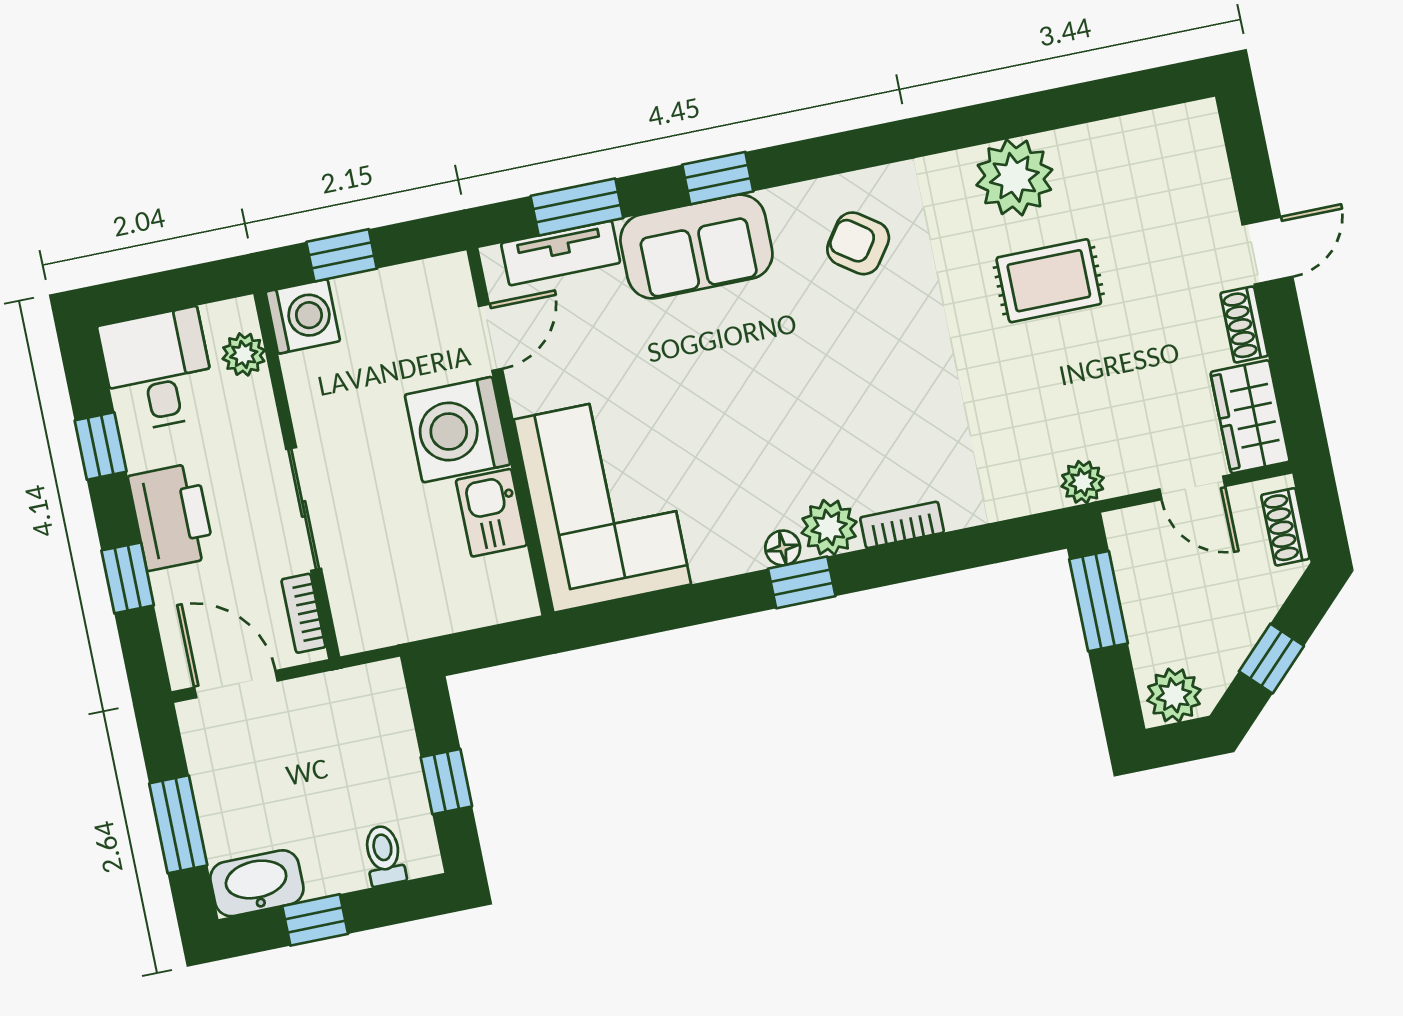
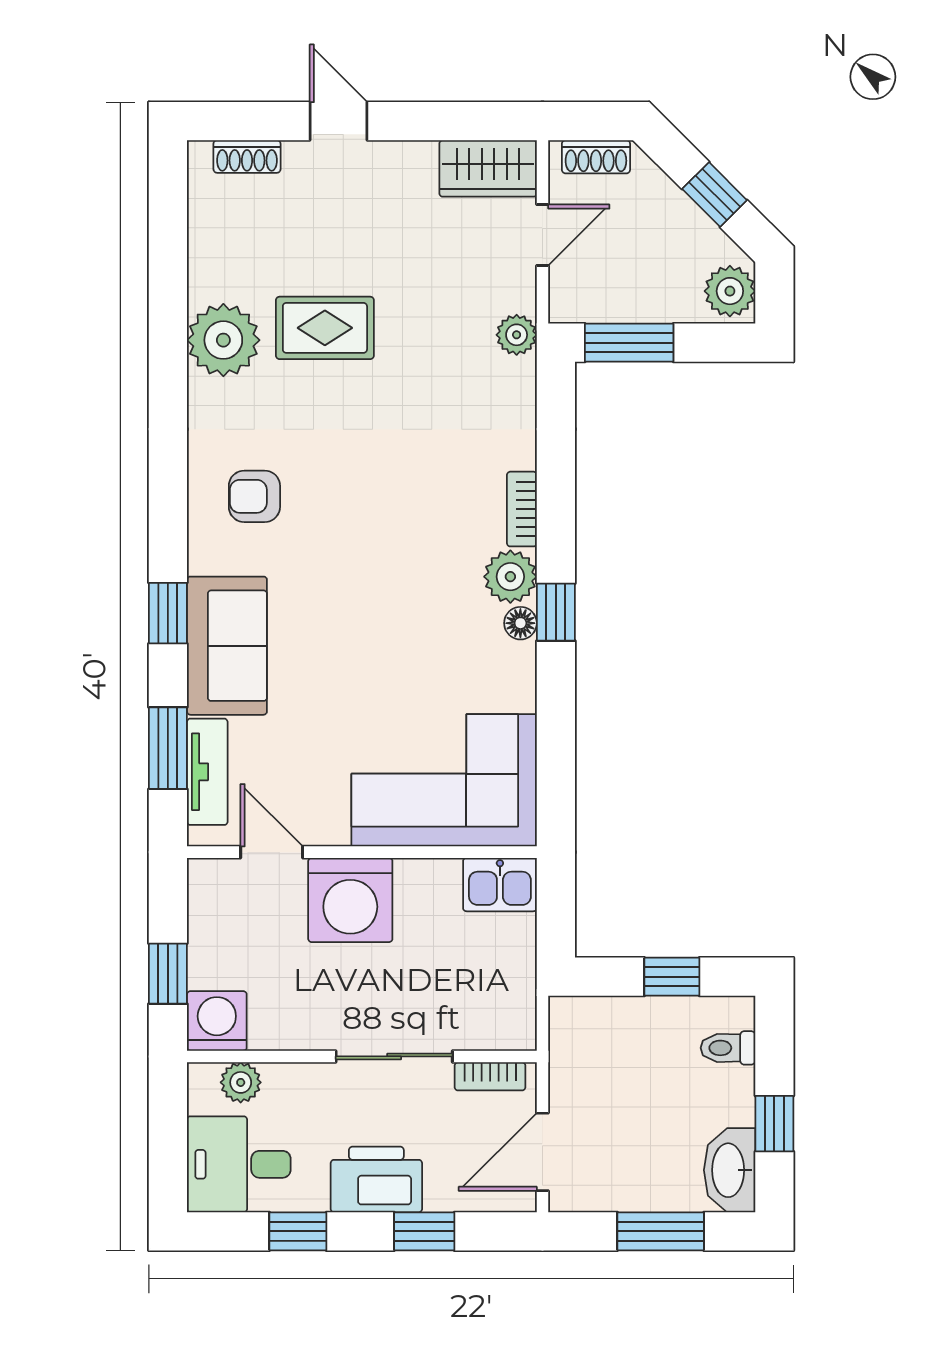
armchair: (858, 243) -> (254, 496), turned 55
rug: (1049, 281) -> (325, 328), turned 90
shoe rack: (1244, 324) -> (247, 156), moved
kitchen sink: (491, 513) -> (500, 885), moved

